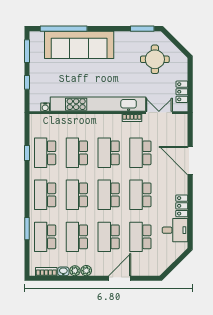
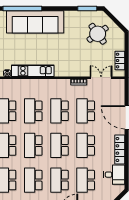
round table: (155, 59) -> (98, 34), turned -36
kitchen unit: (98, 104) -> (33, 71), width x0.54
locker: (182, 206) -> (120, 149), width x1.53

